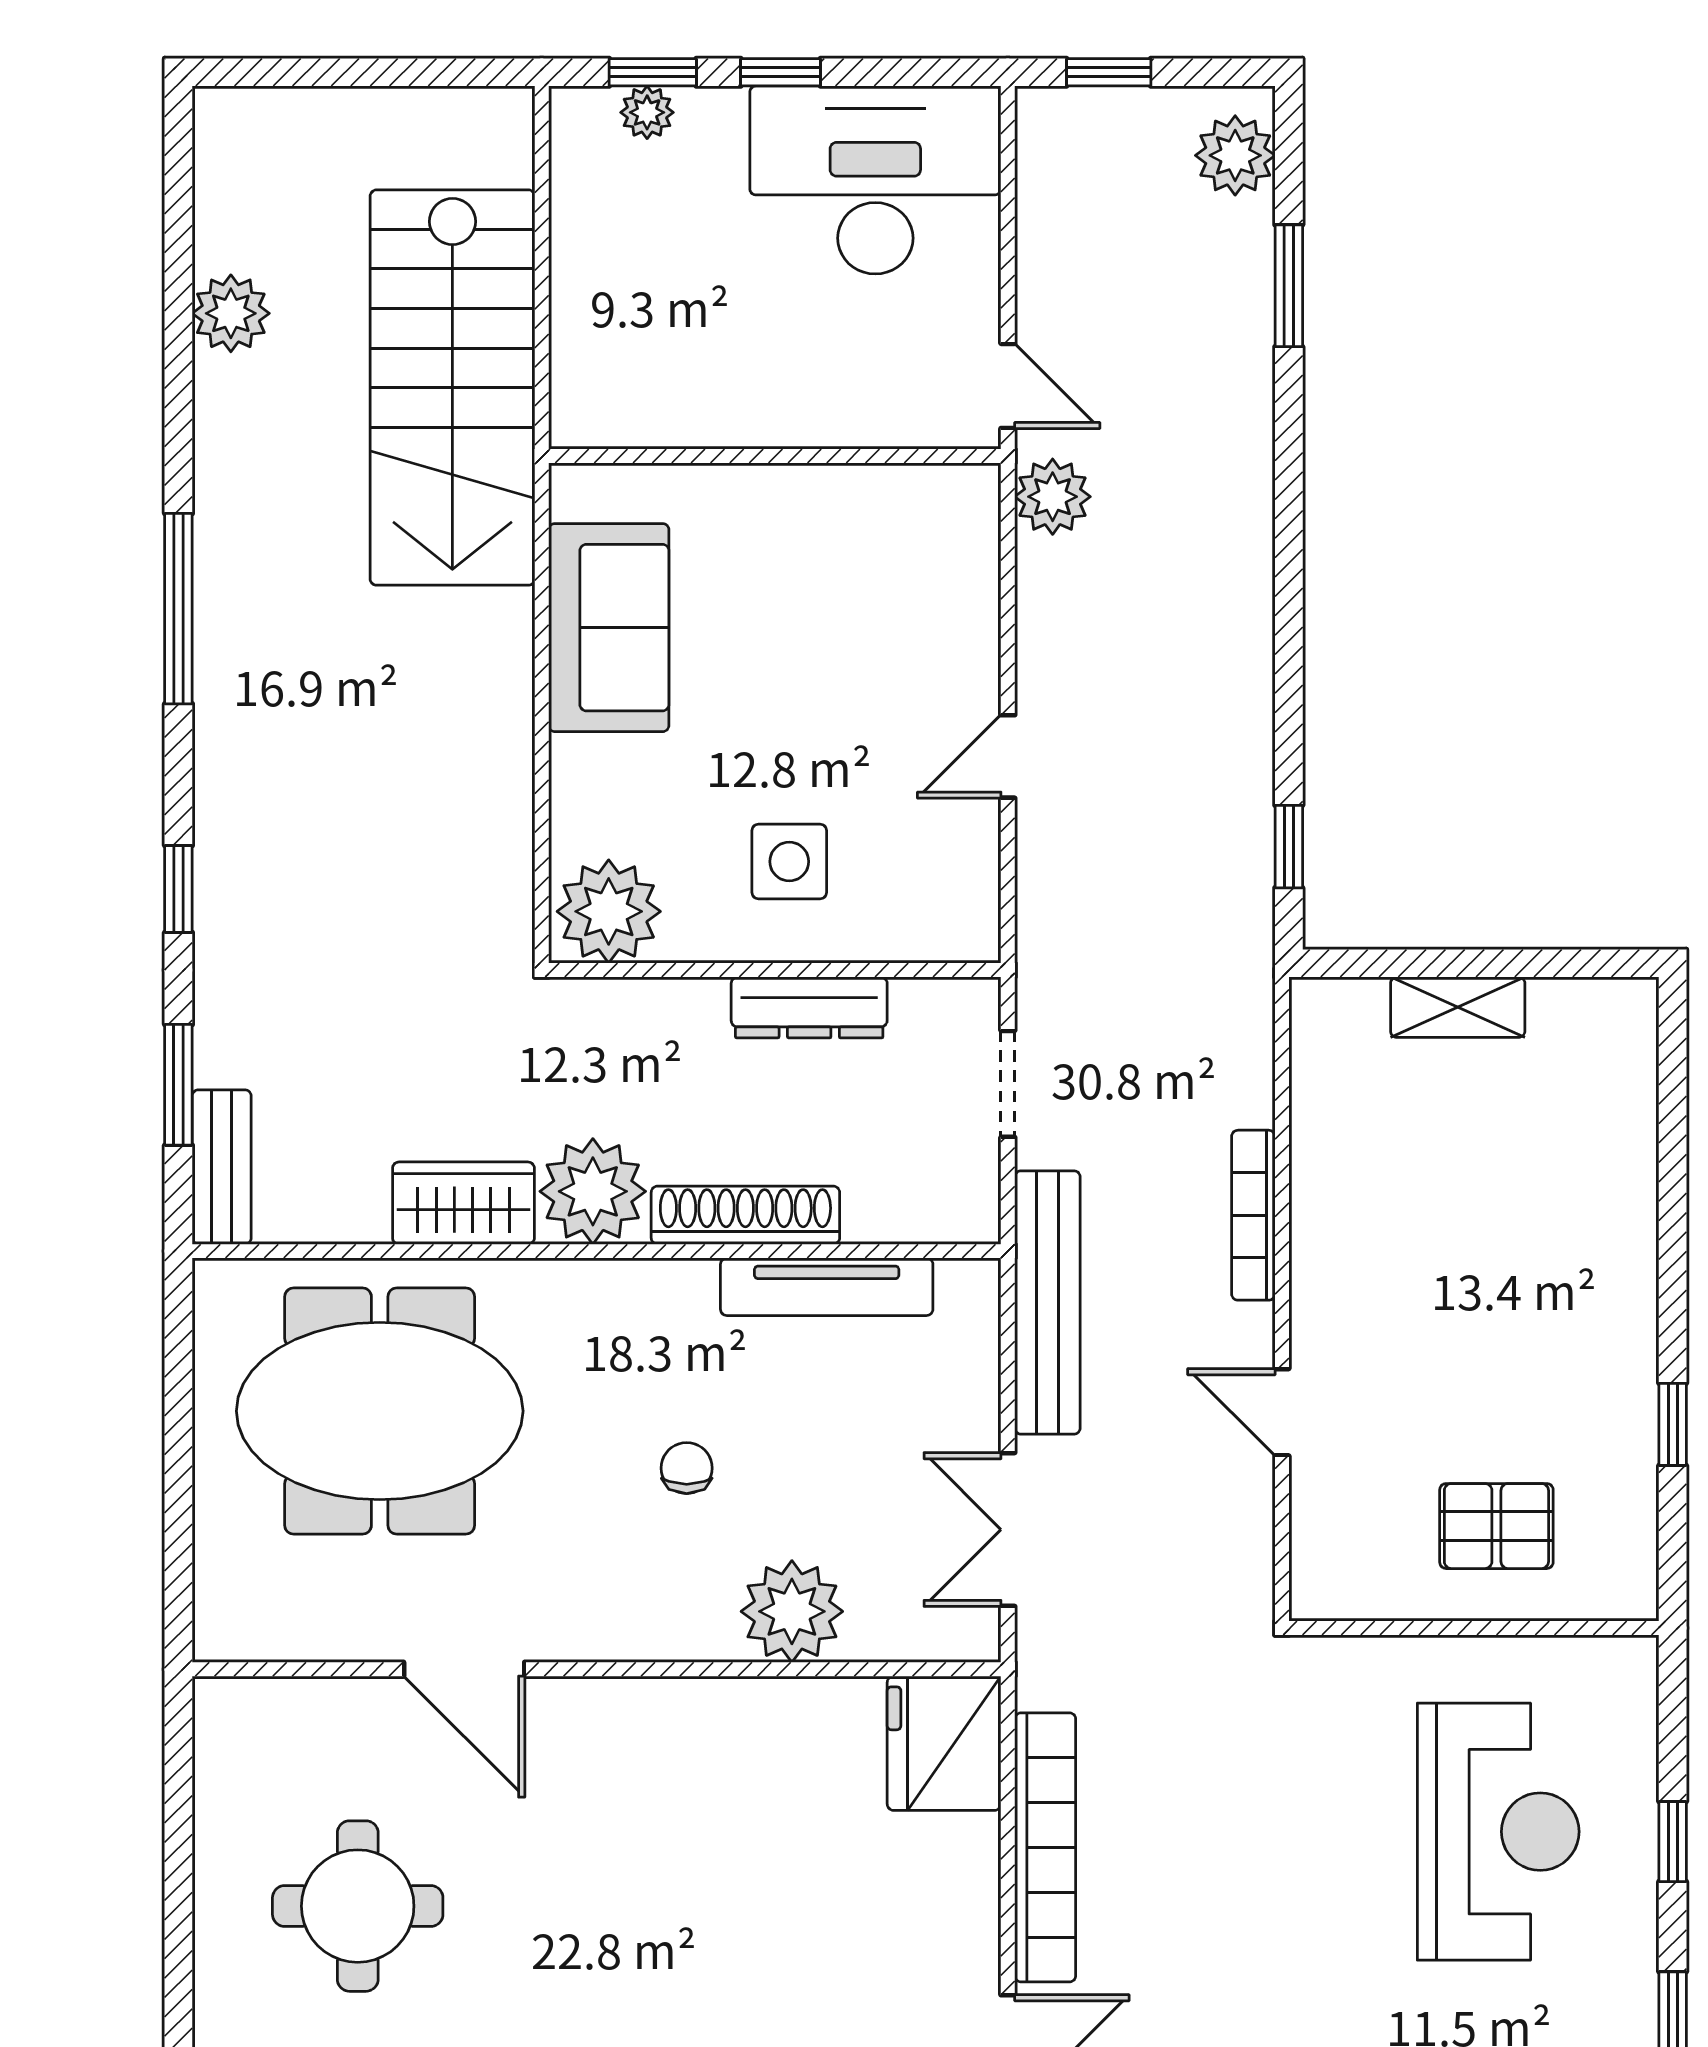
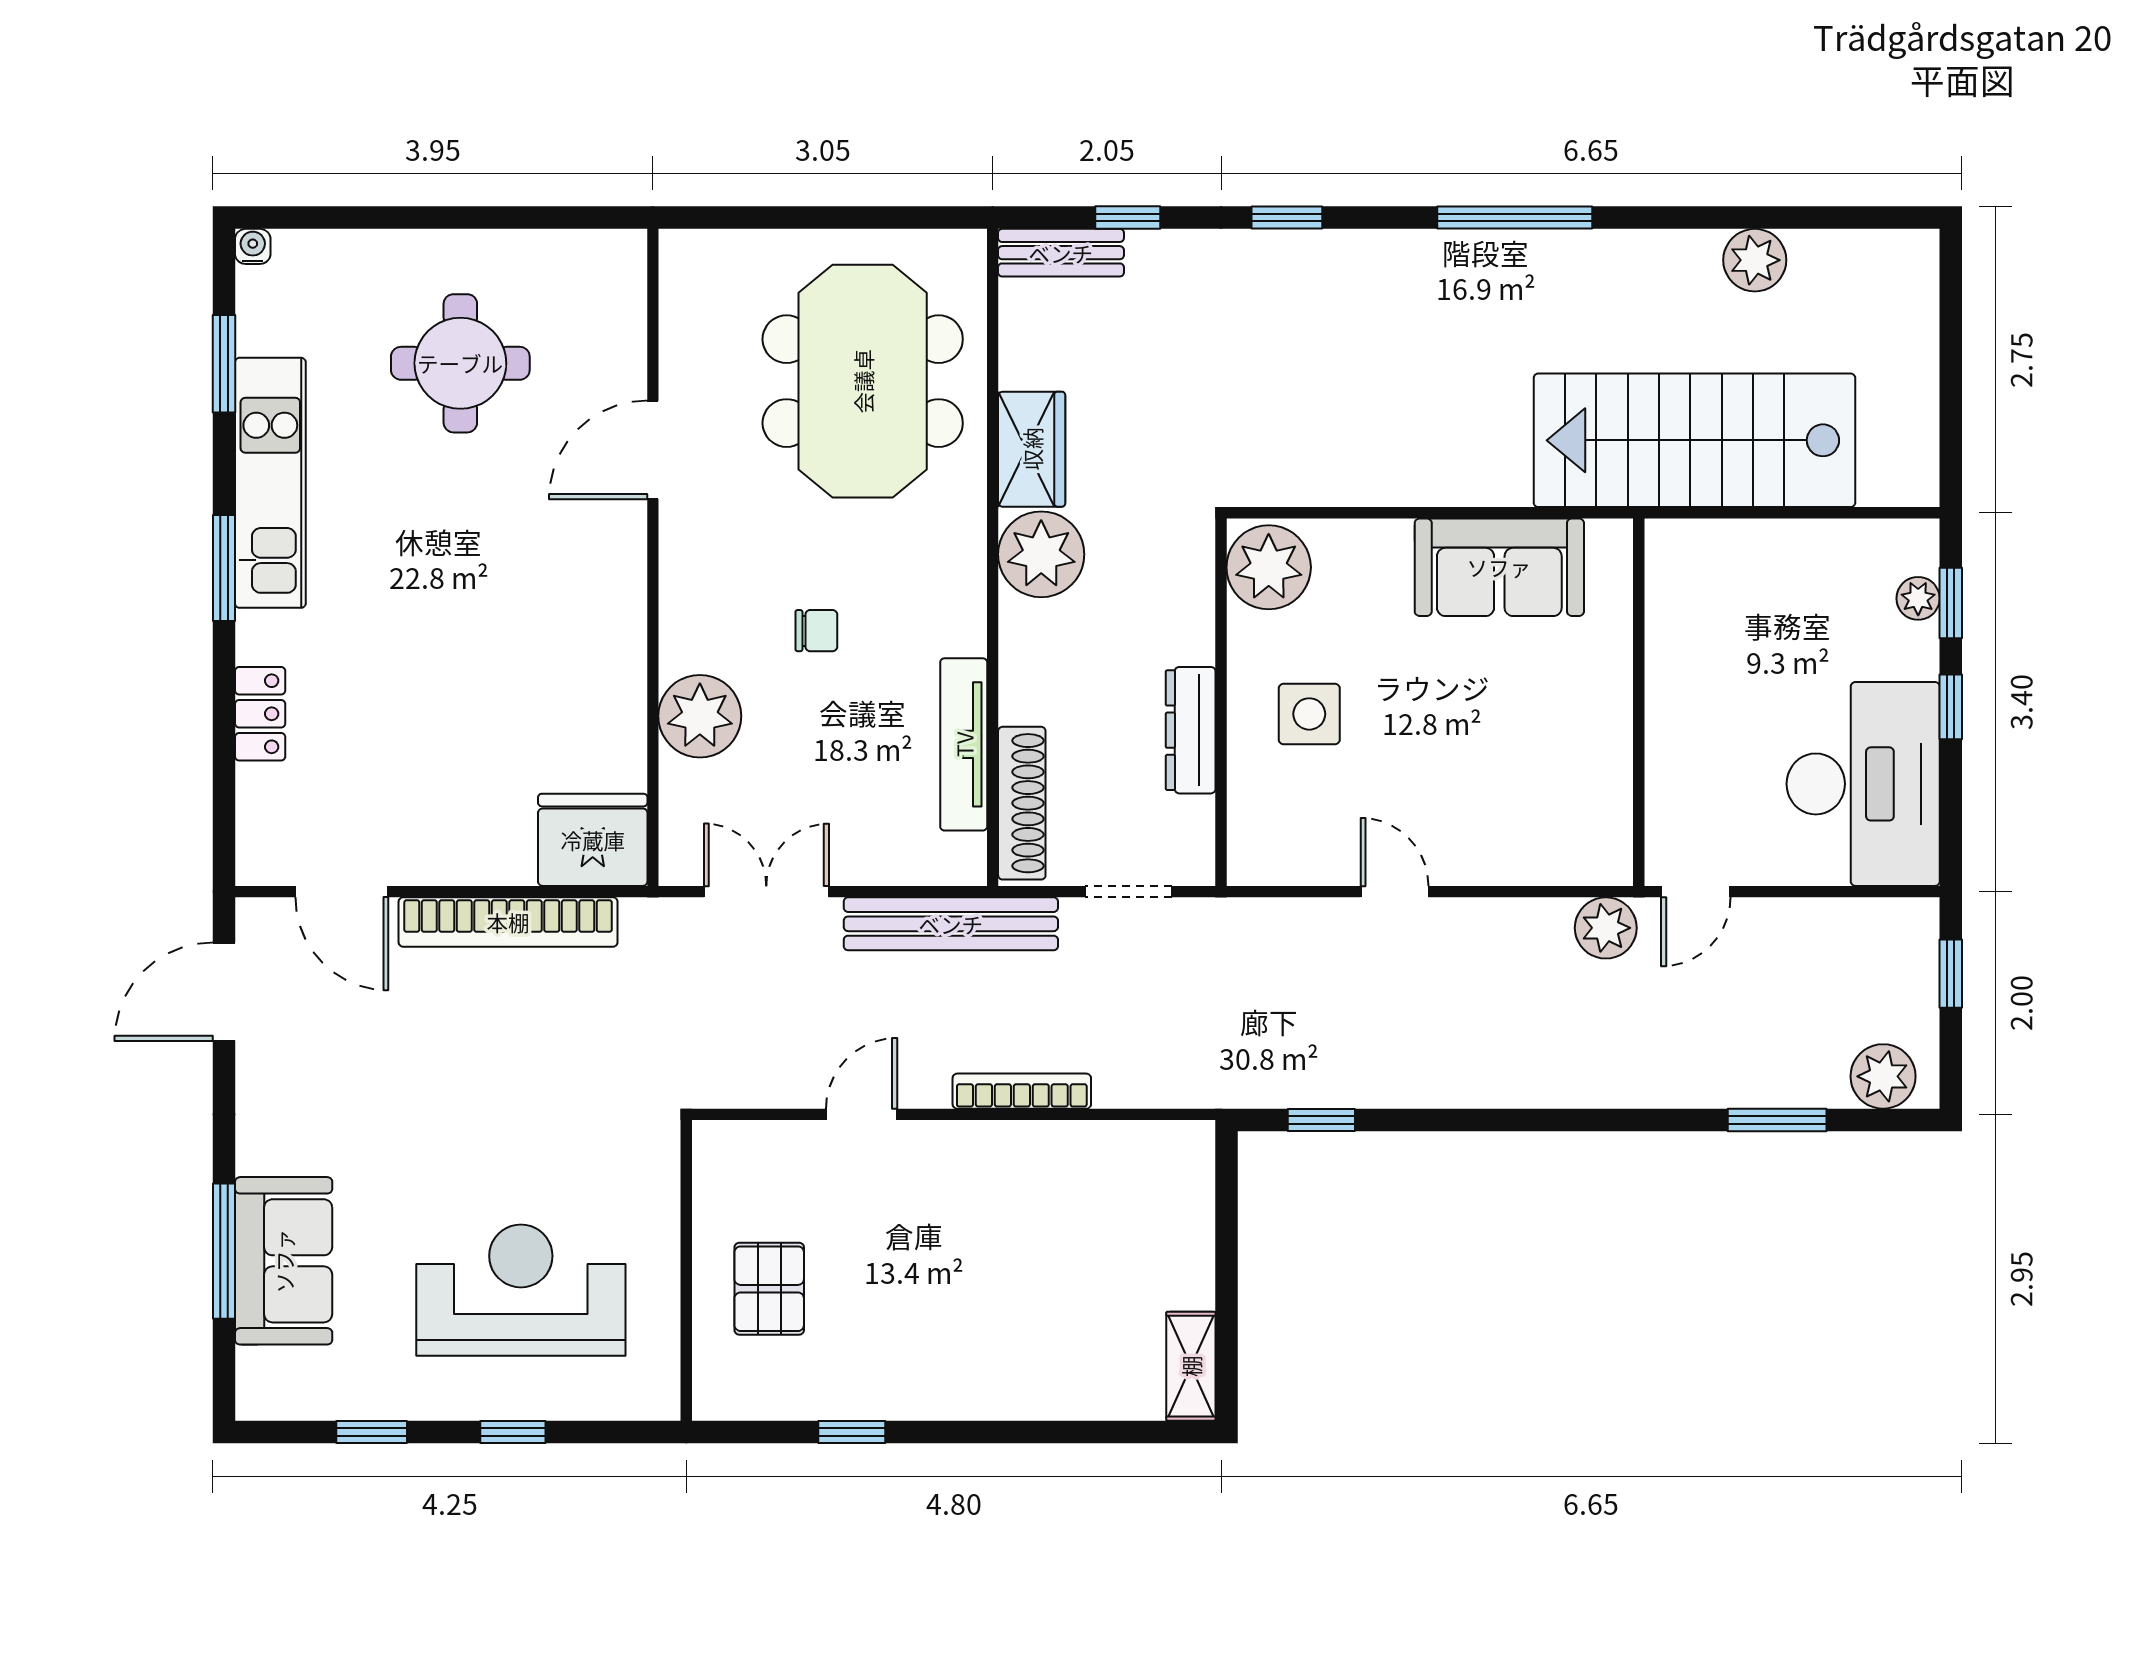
shelving: (1458, 1007) -> (1191, 1366), moved
window: (178, 1085) -> (1128, 218), width x0.67
shoe rack: (745, 1215) -> (1022, 803), moved
reception desk: (1498, 1832) -> (521, 1290), turned 180

